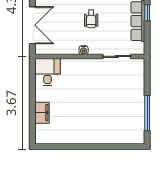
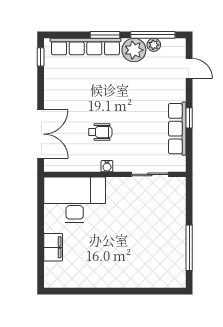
wheelchair: (91, 19) -> (100, 132), moved, turned -90
desk: (48, 72) -> (75, 200), width x1.87, depth x1.30

